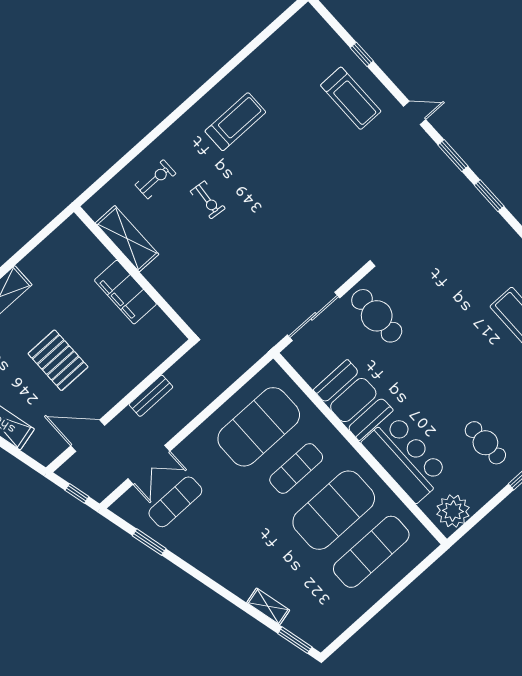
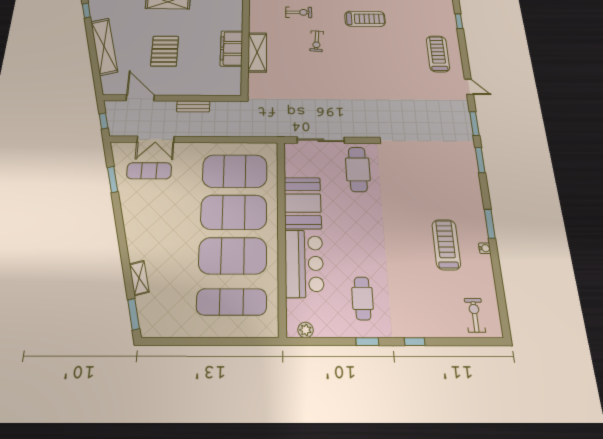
window: (362, 54) -> (459, 21), moved
treadmill: (351, 98) -> (438, 54), turned 180
shelving: (127, 239) -> (257, 52), moved
exercise mat: (296, 468) -> (234, 212), width x2.00, depth x1.45
plant: (453, 511) -> (306, 330), width x0.53, depth x0.53

